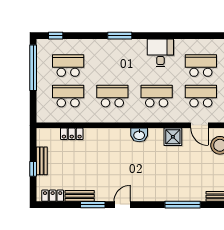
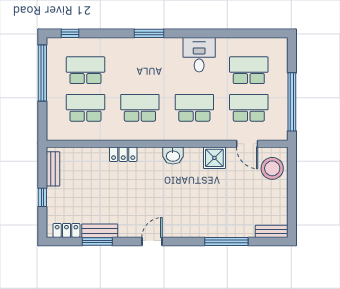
locker: (72, 134) -> (123, 154), moved
bench: (42, 161) -> (53, 169), moved
window: (93, 205) -> (97, 241), moved

